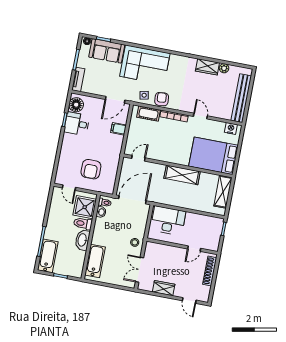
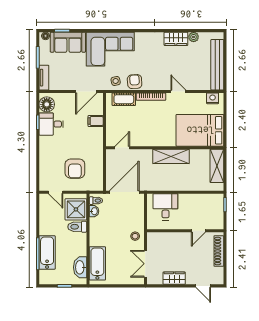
desk: (168, 221) -> (165, 207), width x0.73
washbasin: (82, 240) -> (80, 267), moved
bathtub: (48, 256) -> (47, 252), moved

